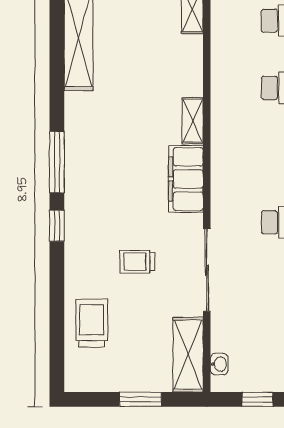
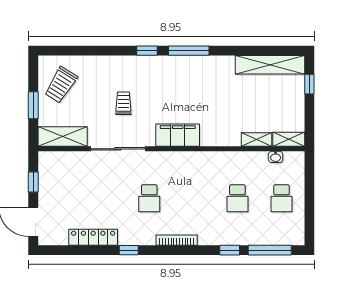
shelving: (193, 121) -> (257, 140), moved
trolley: (92, 323) -> (61, 85), moved, turned 122
washbasin: (219, 364) -> (276, 157), moved

